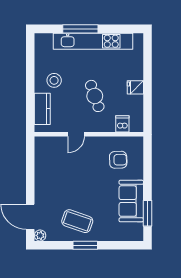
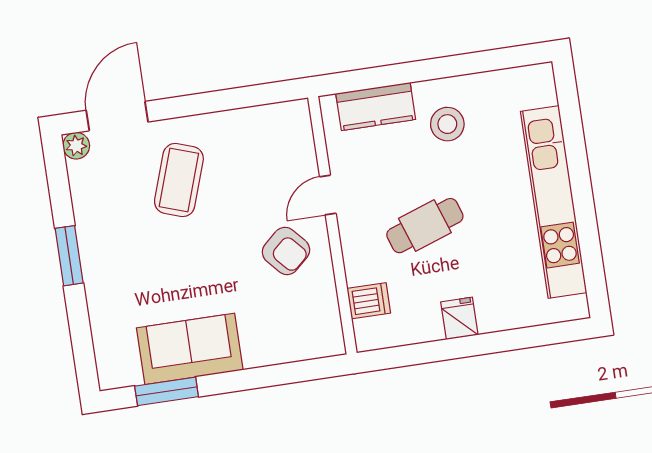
window: (80, 29) -> (578, 168), removed
door: (76, 134) -> (328, 195), hinge flipped
armchair: (118, 160) -> (286, 251), moved, turned -40
coffee table: (77, 221) -> (179, 180), moved

